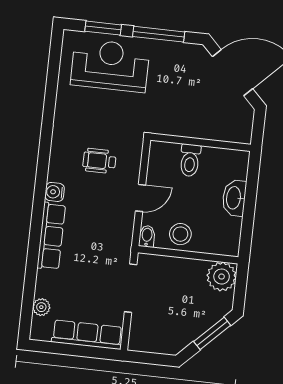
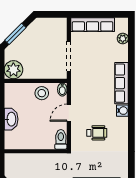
toilet: (190, 160) -> (61, 139), moved

